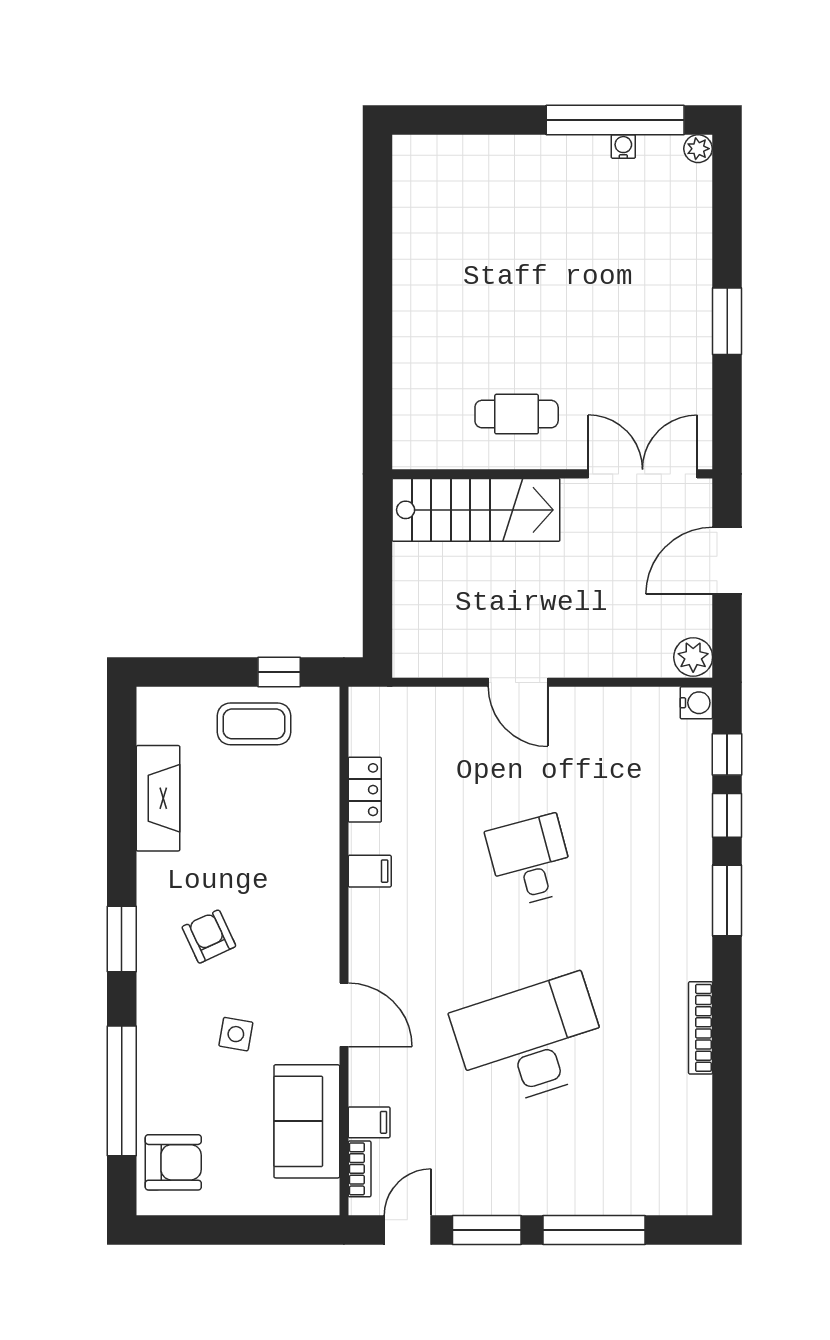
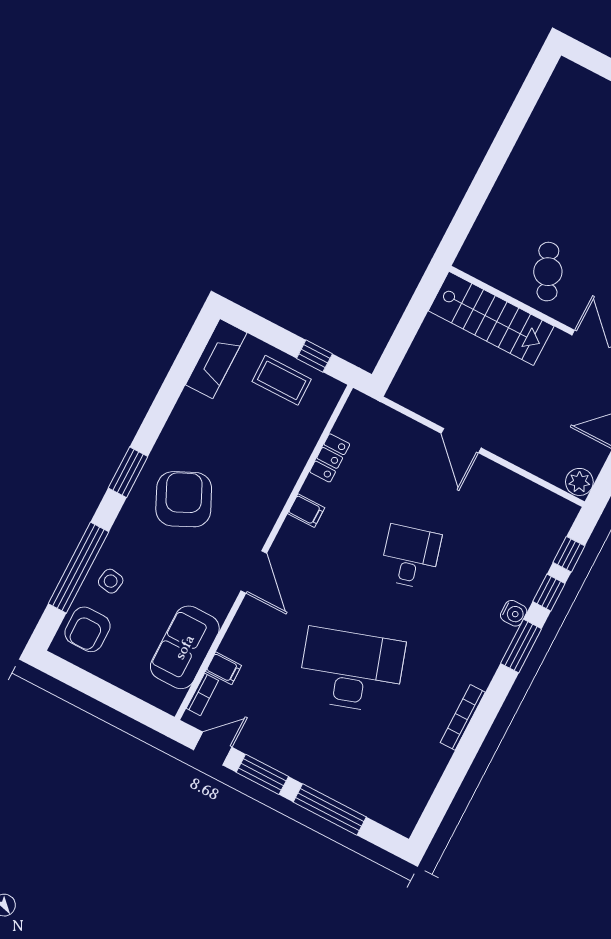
cafe table: (517, 414) -> (548, 272), turned 65
water cooler: (696, 703) -> (514, 613), moved
fireplace: (158, 798) -> (216, 359), moved
armchair: (209, 937) -> (184, 499), width x1.88, depth x1.88
door: (344, 1015) -> (254, 572), moved
side table: (236, 1034) -> (111, 581), moved
armchair: (173, 1162) -> (87, 629), turned 90

